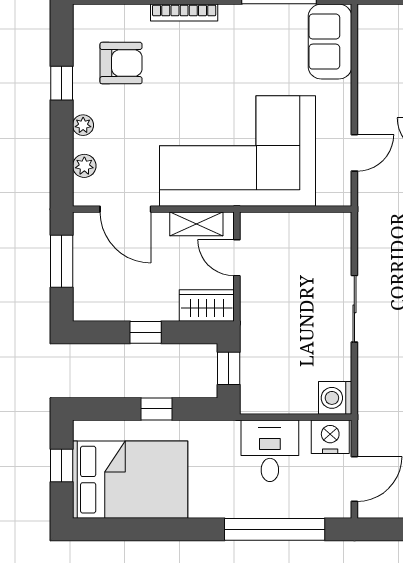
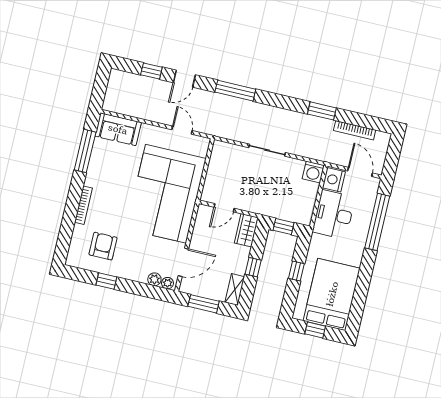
plant: (83, 125) -> (168, 283), moved
shelving: (196, 224) -> (235, 290), moved
desk: (270, 451) -> (334, 214), width x1.37

